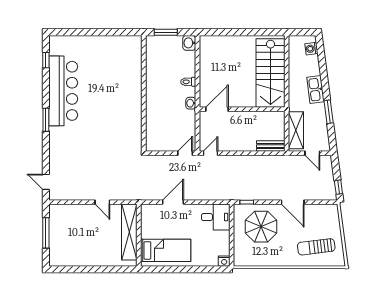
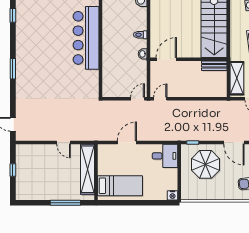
bar counter: (63, 91) -> (86, 38), moved, turned 180
bench: (271, 146) -> (214, 66), moved
window: (46, 233) -> (13, 170), width x0.46
window: (105, 269) -> (65, 203), added

